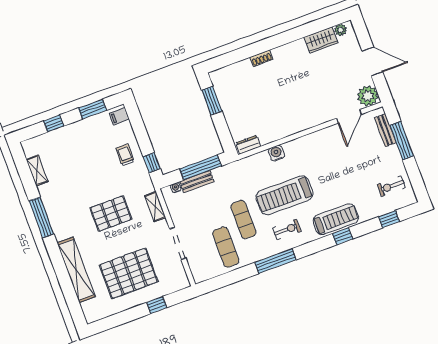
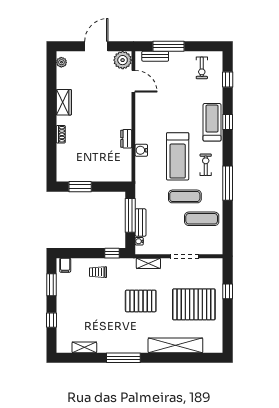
wardrobe: (321, 40) -> (64, 102), moved
dresser: (248, 145) -> (126, 139), moved
pallet: (111, 214) -> (141, 301), turned 90
pallet: (129, 273) -> (194, 304), turned 90

